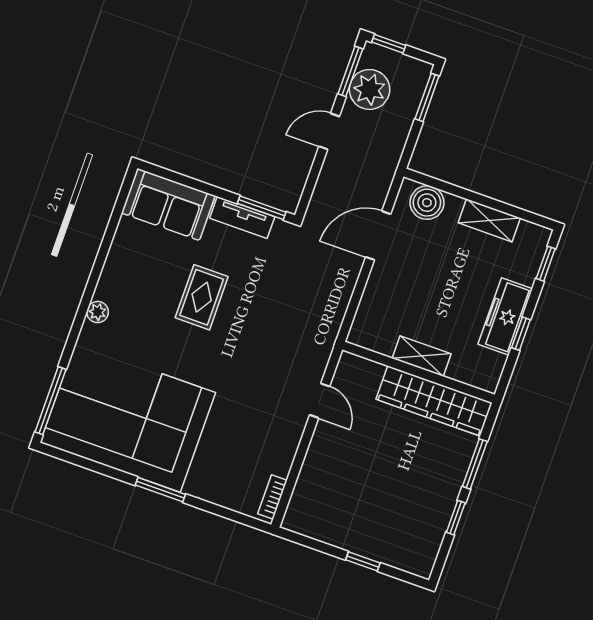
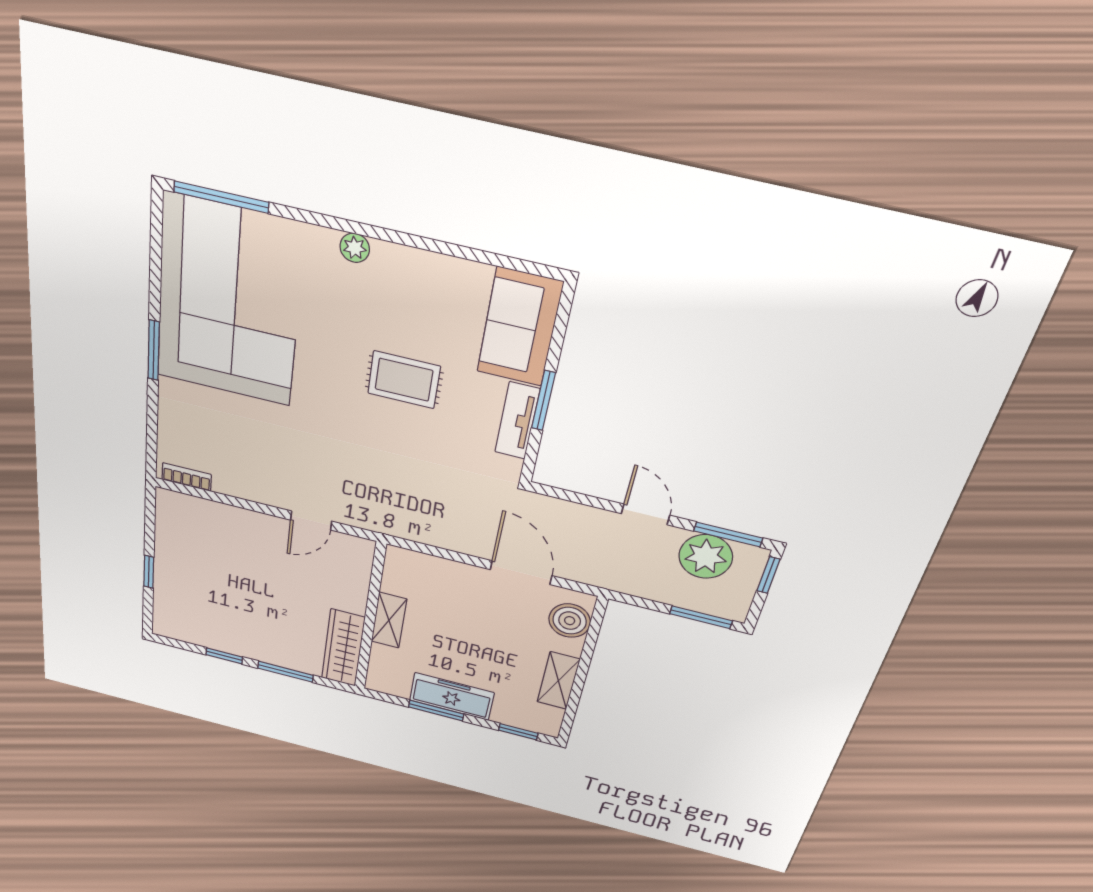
window: (262, 208) -> (543, 401), moved
window: (521, 334) -> (436, 711), width x1.50
wardrobe: (434, 401) -> (343, 648), width x0.71, depth x0.85

